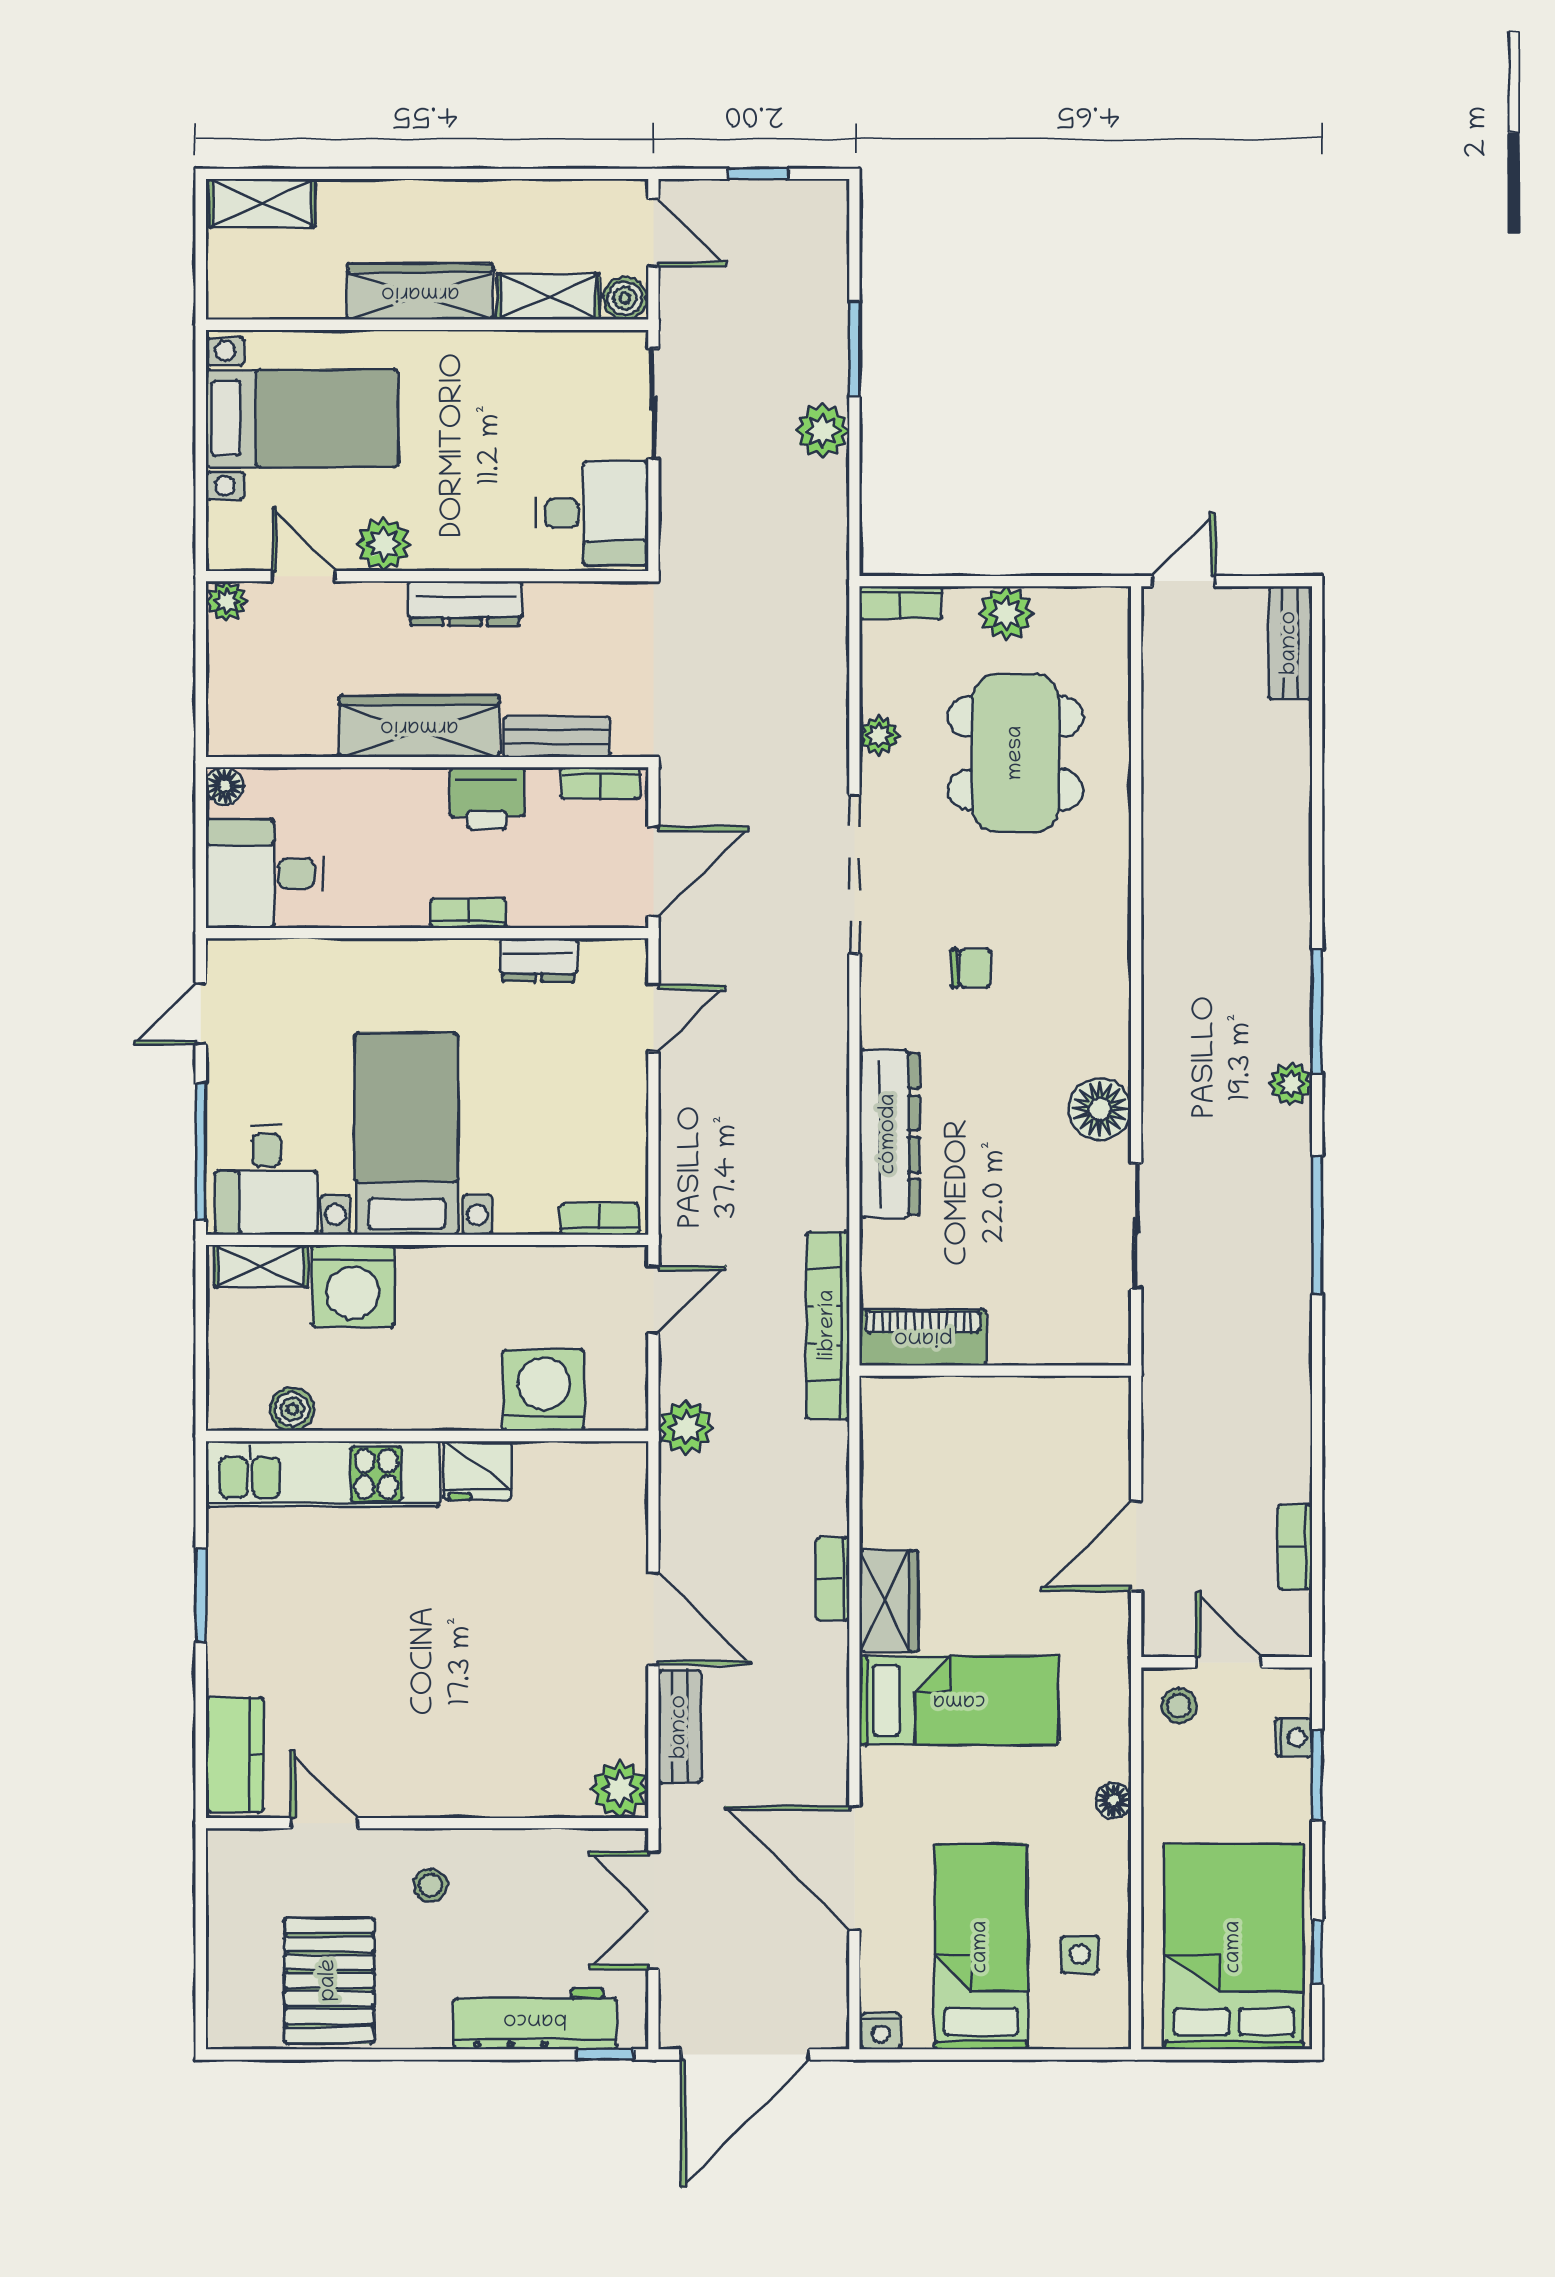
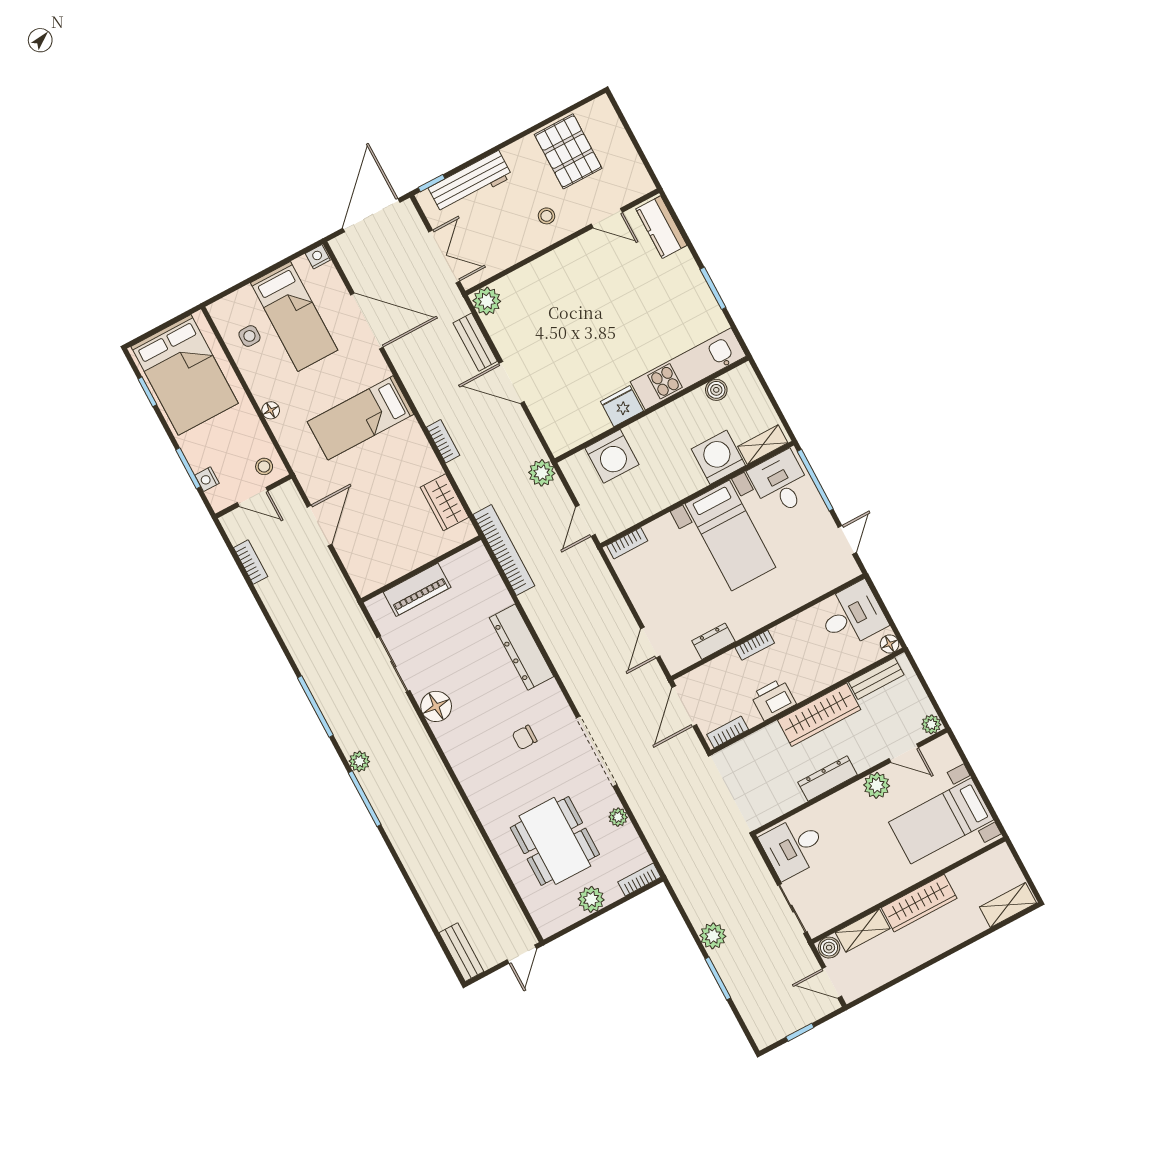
bench: (557, 737) -> (876, 678), moved
piano: (923, 1337) -> (417, 590), moved
wardrobe: (889, 1601) -> (445, 502), moved

